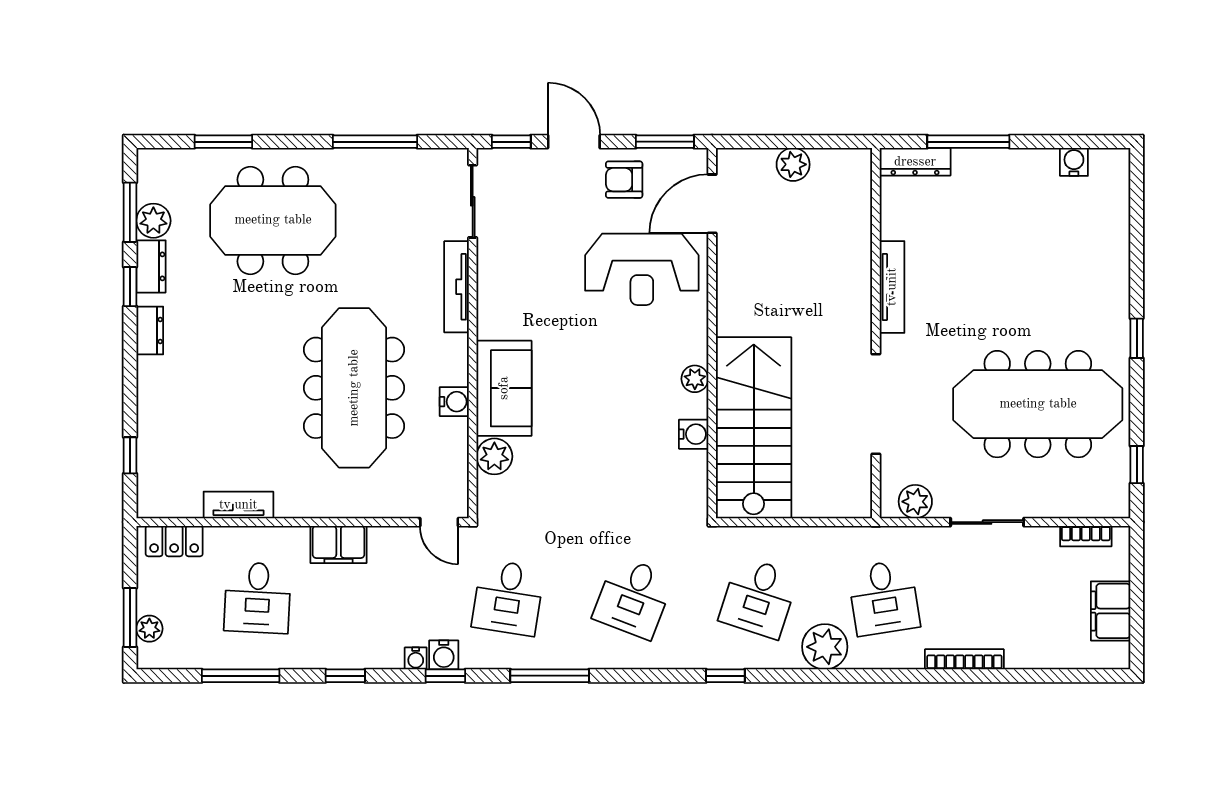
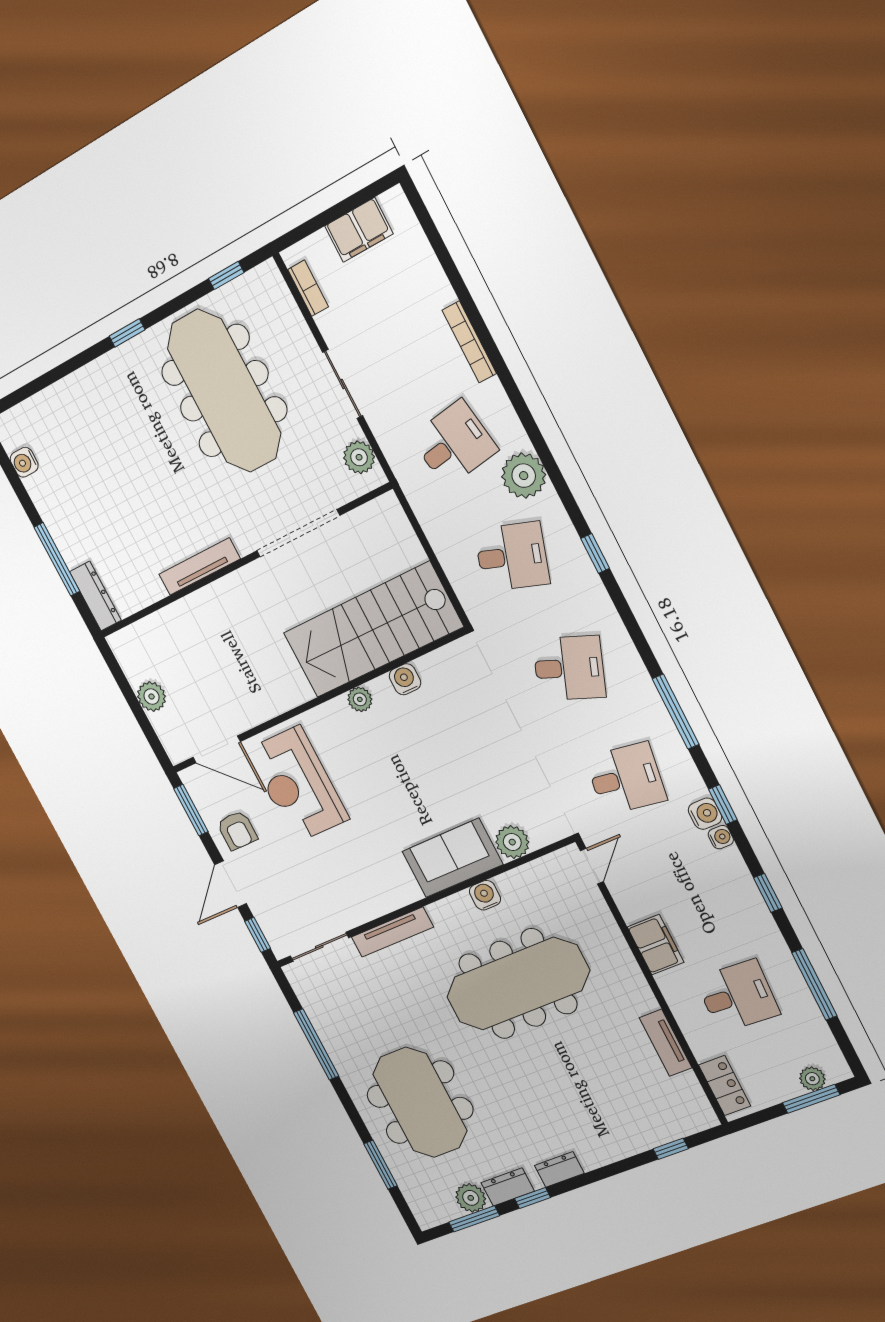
reception desk: (642, 269) -> (298, 784), turned 180

